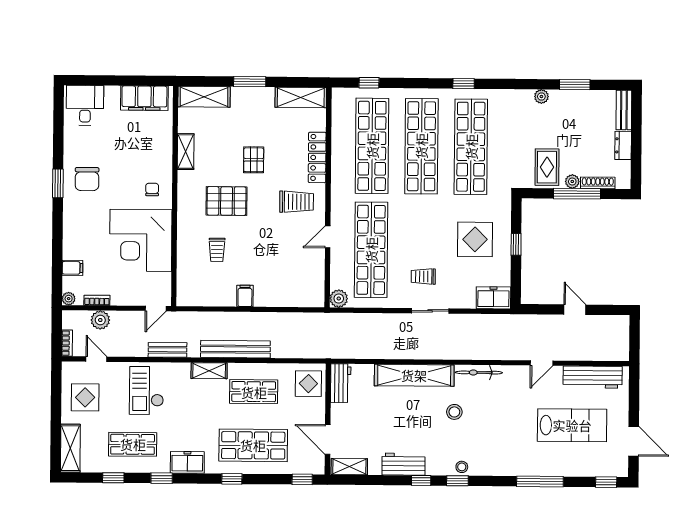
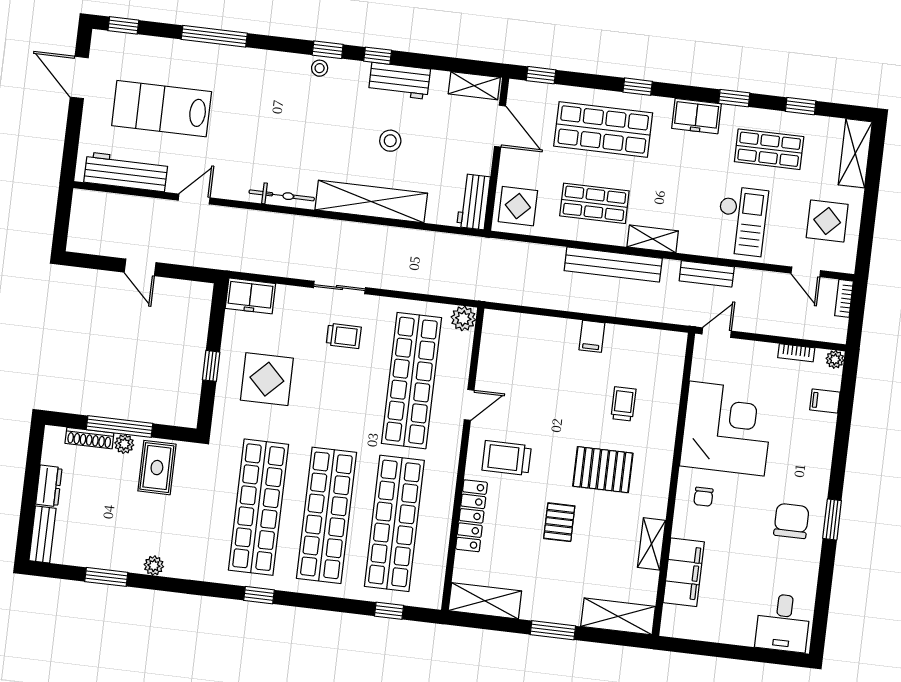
filing cabinet: (144, 98) -> (684, 572), moved, turned 90
plant: (100, 320) -> (795, 325), removed
stool: (454, 412) -> (390, 141), moved

